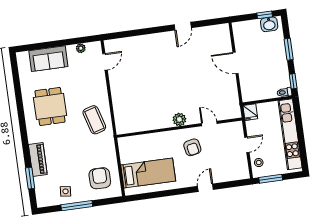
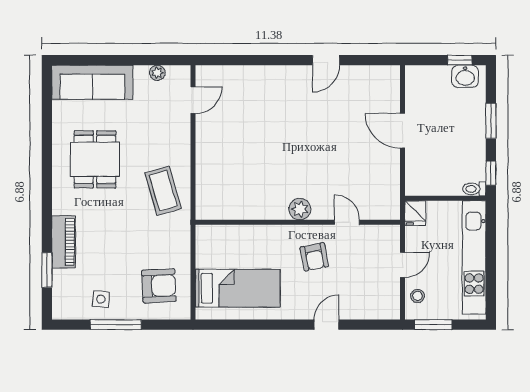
sofa: (48, 59) -> (92, 82), width x1.36
armchair: (100, 178) -> (159, 286), turned 87

